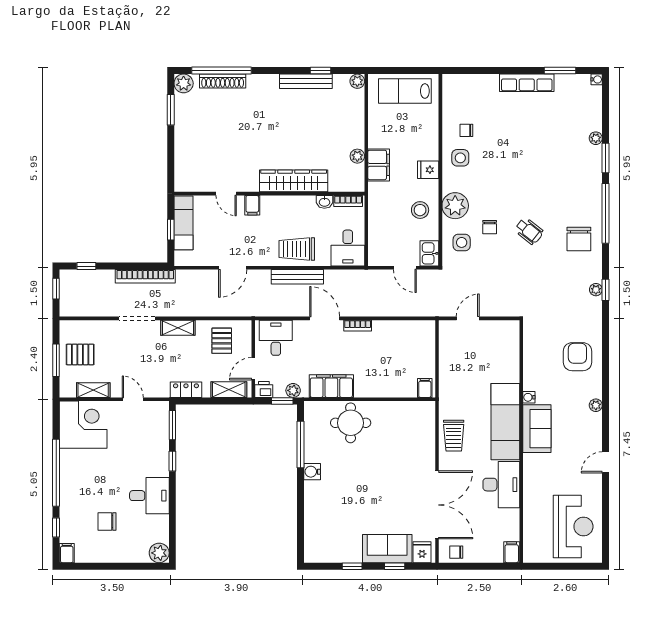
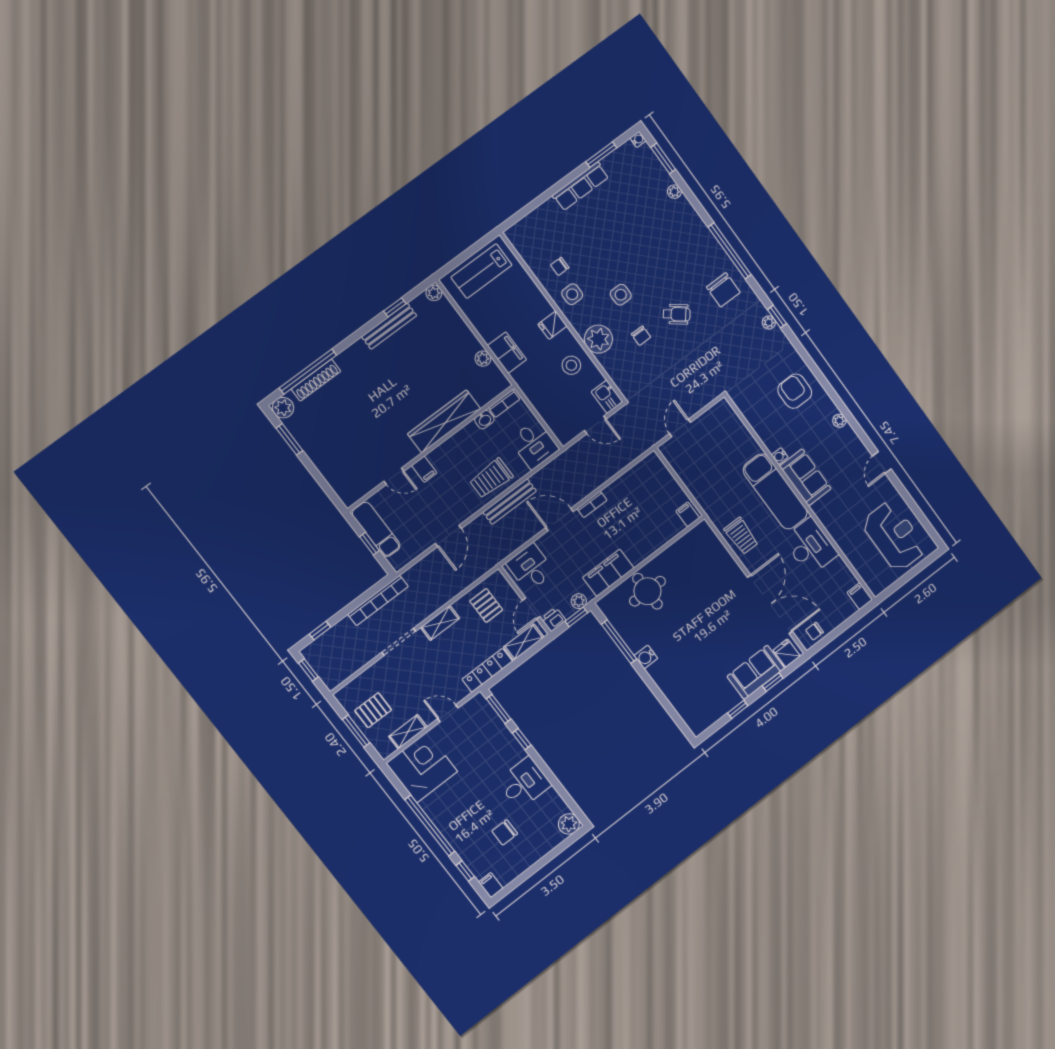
window: (606, 158) -> (663, 158), moved
side table: (462, 242) -> (621, 295), moved
locker: (186, 390) -> (487, 670), width x1.53

